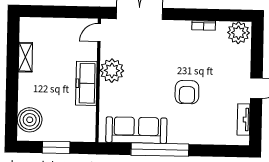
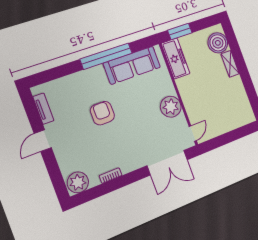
shelving: (25, 57) -> (230, 64), moved
freezer: (86, 83) -> (176, 59), moved
window: (56, 147) -> (180, 31), moved

